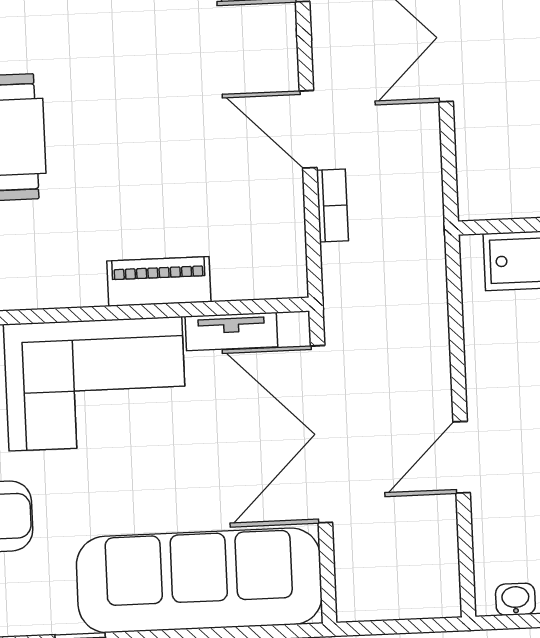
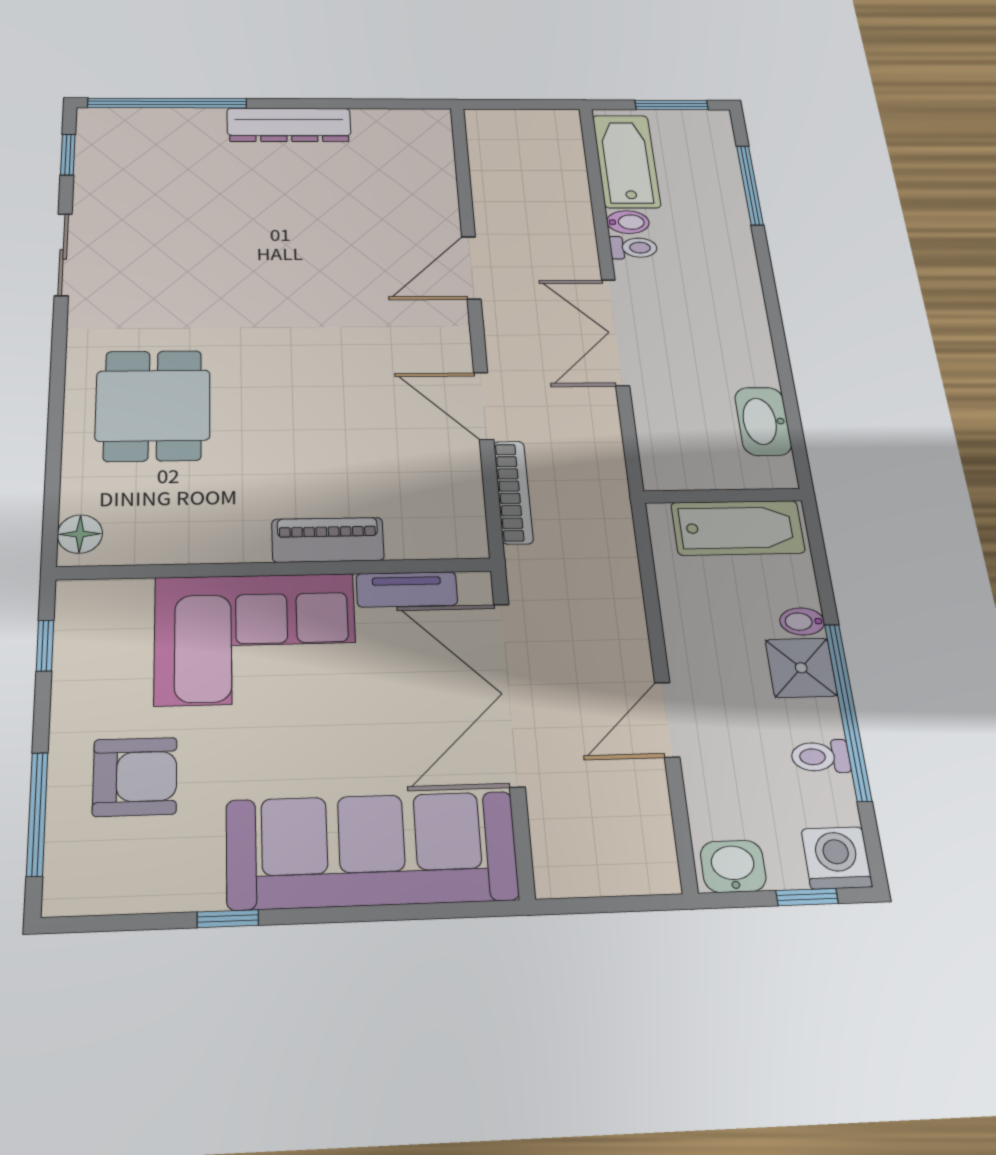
bookcase: (332, 206) -> (513, 492), width x1.56
washbasin: (515, 599) -> (733, 866), width x1.38, depth x1.45

